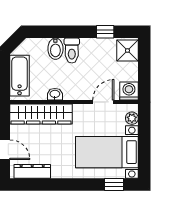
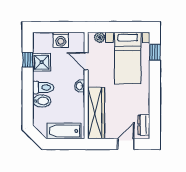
shower: (127, 51) -> (42, 62), moved
washing machine: (129, 91) -> (61, 40), moved, turned -90
washbasin: (55, 94) -> (80, 86), moved
dresser: (32, 171) -> (144, 125), width x0.70

